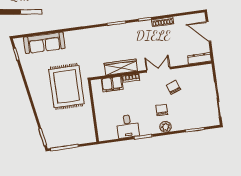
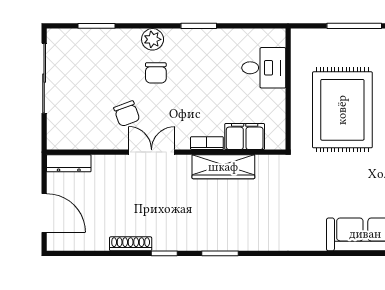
double door: (158, 70) -> (152, 152), swing flipped
rug: (67, 87) -> (342, 110), moved
desk: (128, 126) -> (264, 68), moved, turned 90

